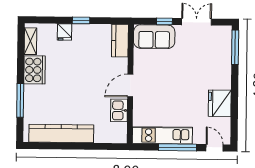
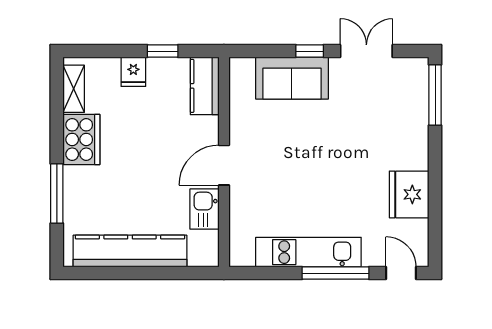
kitchen counter: (120, 41) -> (205, 86), moved
wall: (130, 84) -> (224, 162), moved
door: (130, 86) -> (224, 165), moved
kitchen sink: (119, 110) -> (205, 209), moved

